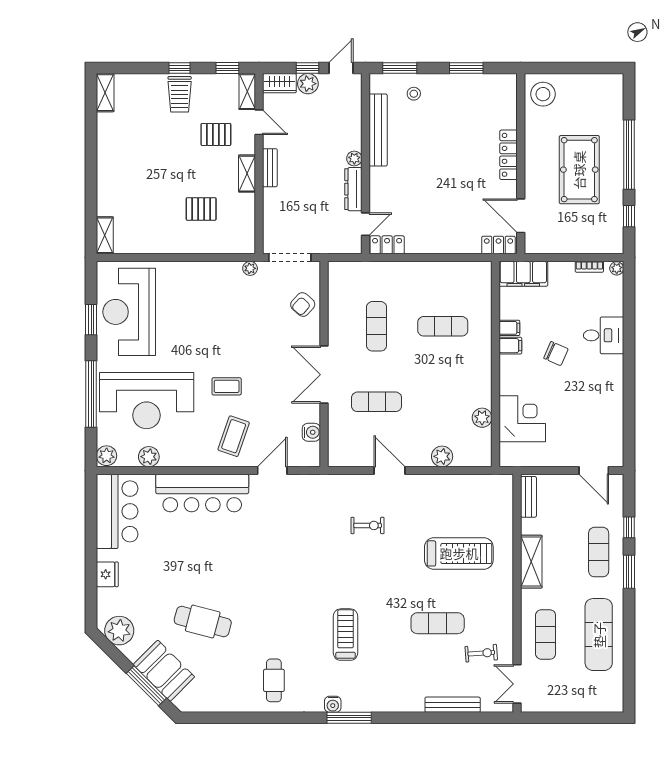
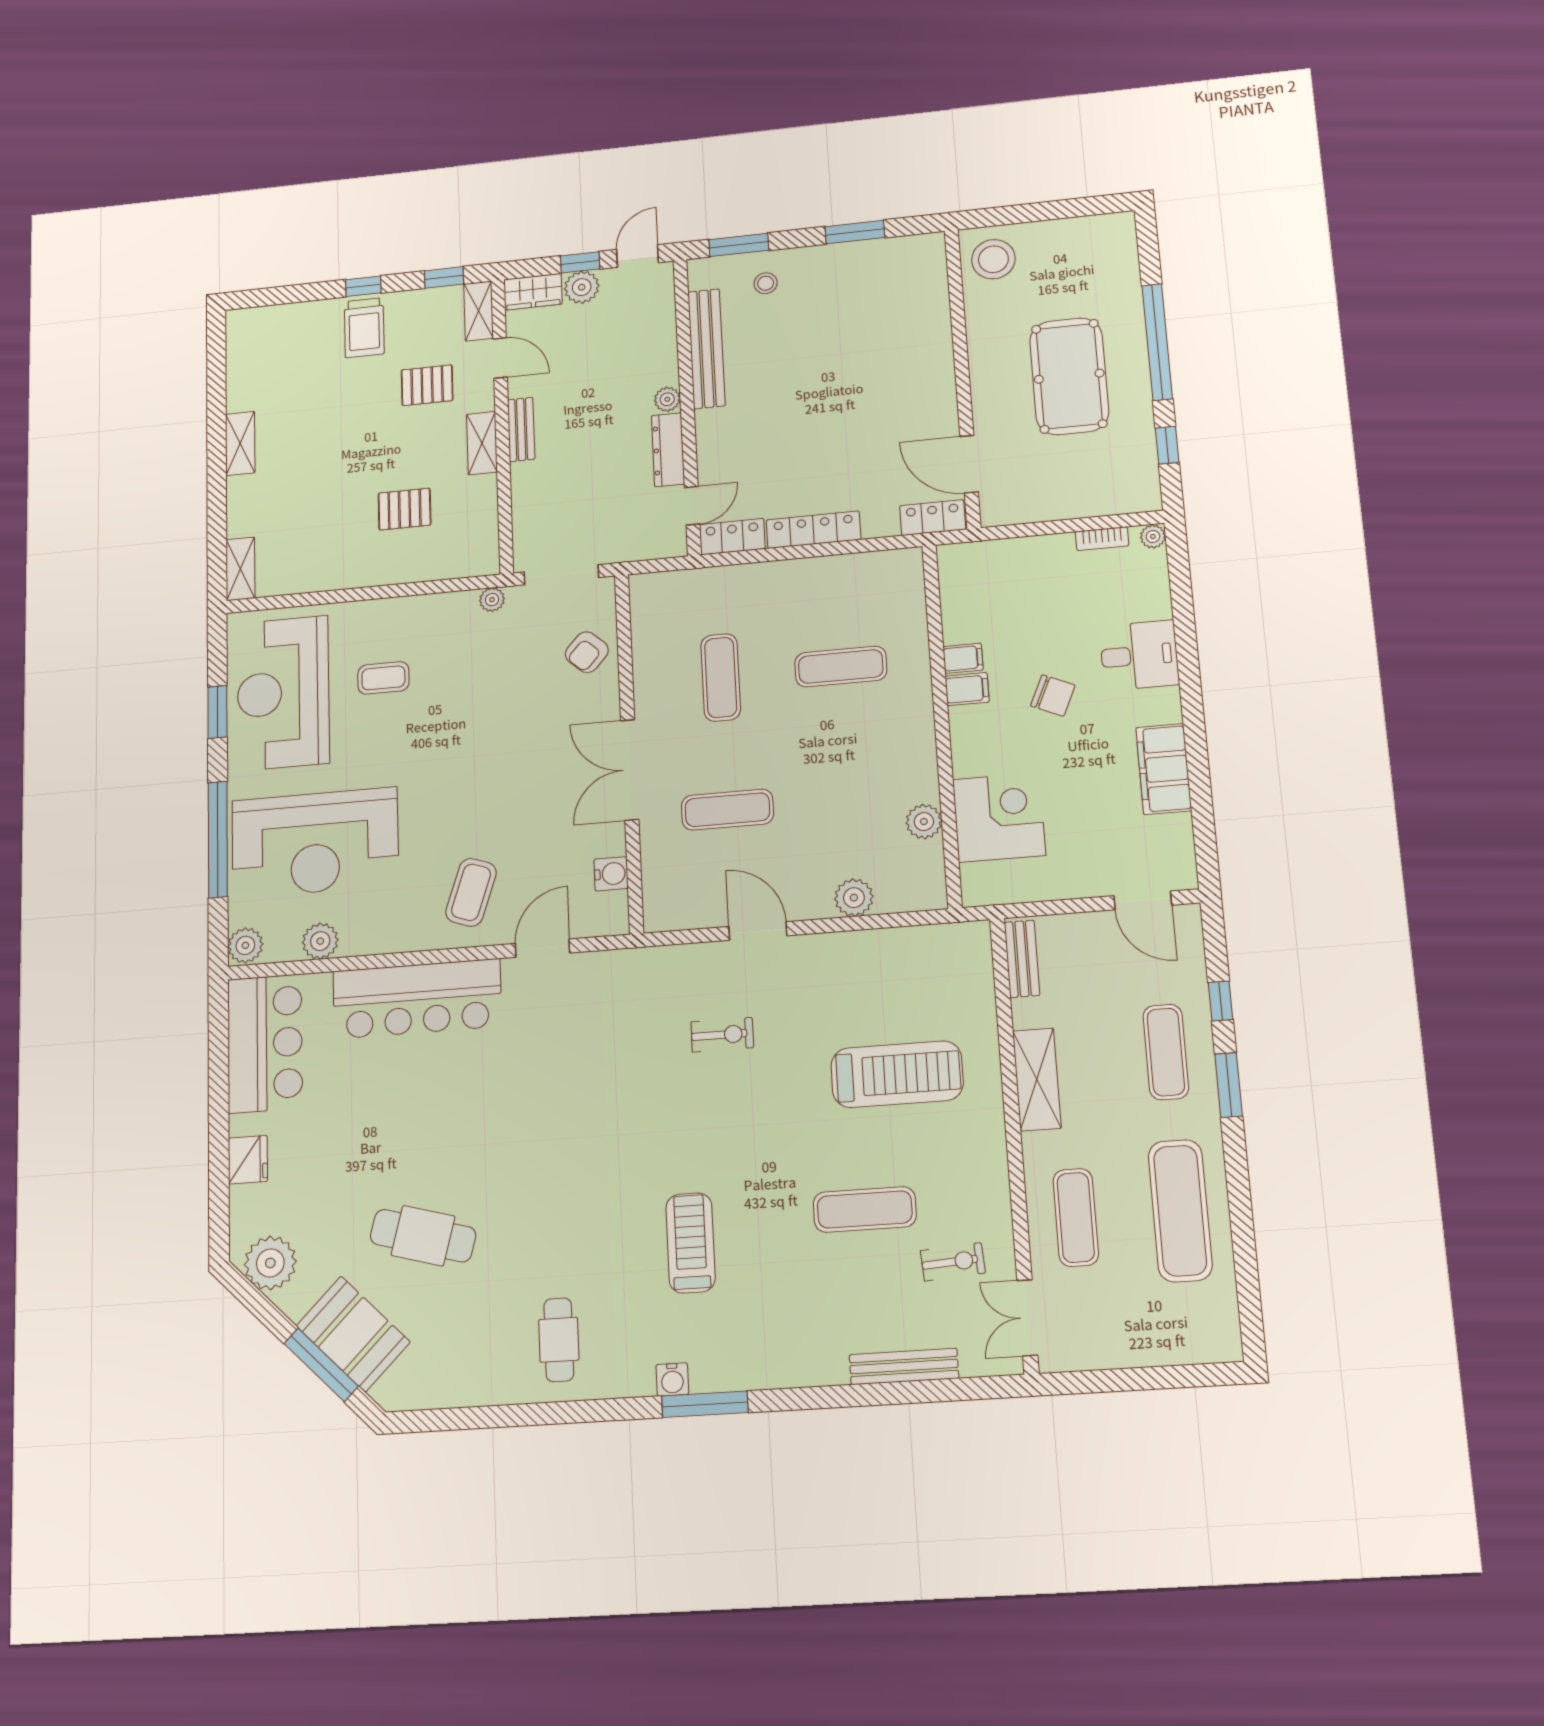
shelving: (105, 93) -> (240, 443), moved
locker: (508, 155) -> (813, 530), moved, turned 90
filing cabinet: (523, 274) -> (1164, 769), moved, turned 90
coffee table: (227, 386) -> (383, 678), moved

